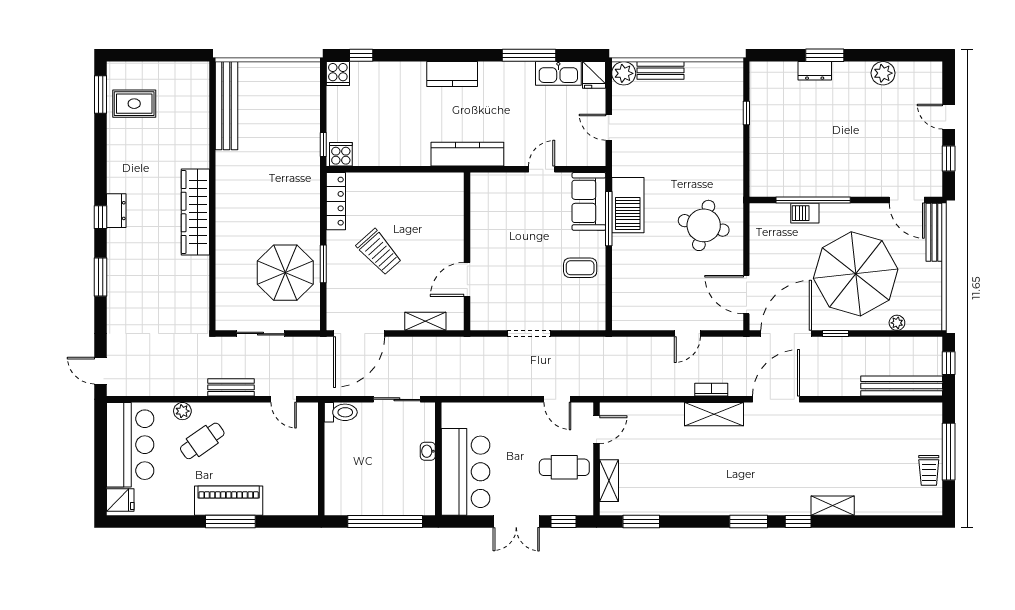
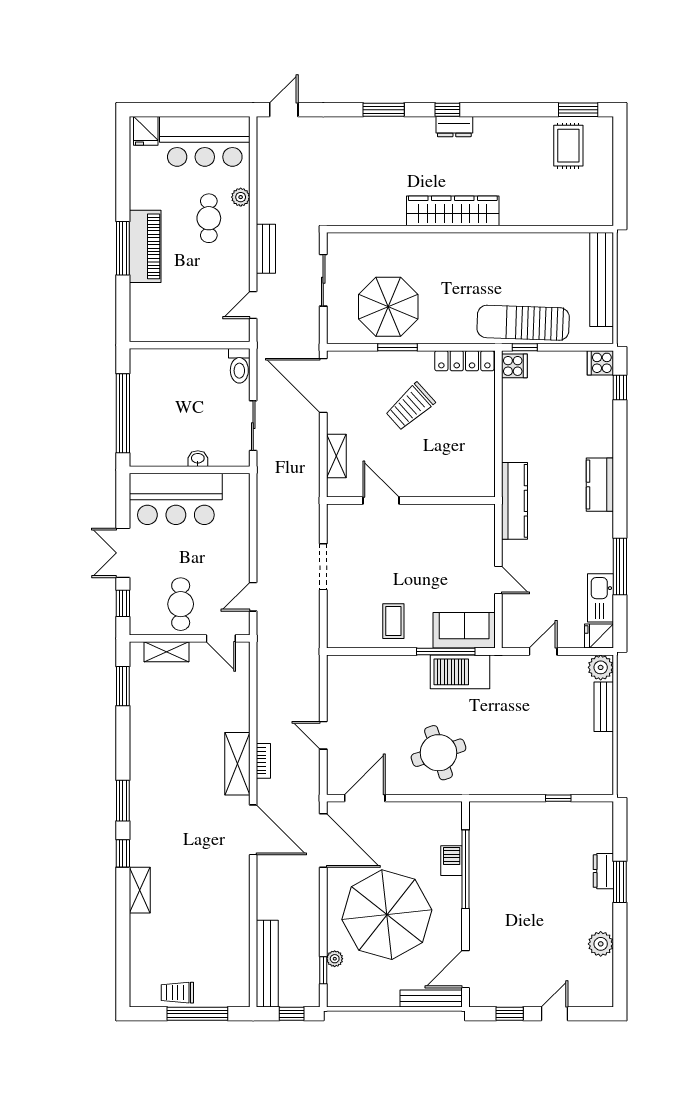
bench: (227, 106) -> (602, 280), moved, turned 90
sun lounger: (300, 146) -> (523, 323), added
round table: (704, 225) -> (438, 753), turned -32
window: (835, 334) -> (323, 970), moved
cafe table: (202, 441) -> (209, 218), turned 35

